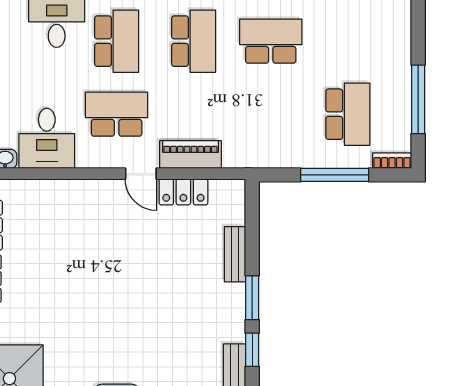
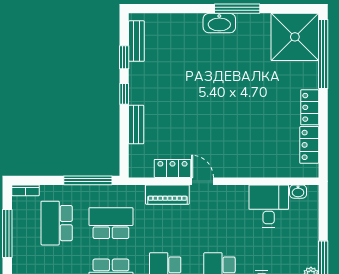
school desk: (117, 114) -> (111, 223), moved, turned 180
window: (335, 175) -> (88, 180), moved
window: (252, 298) -> (124, 94), width x0.67

